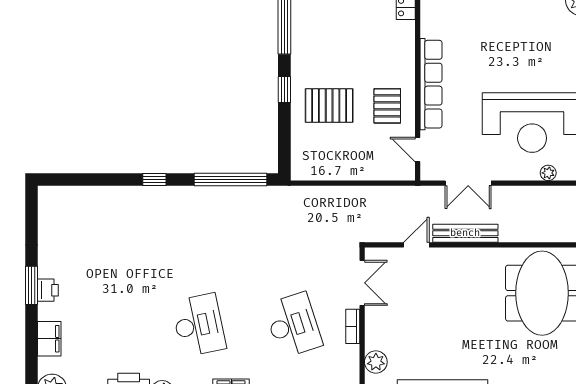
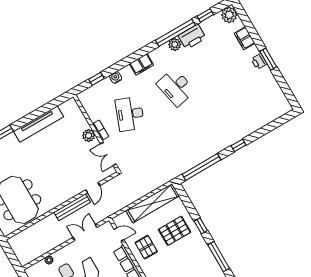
shelving: (338, 168) -> (152, 203), added
desk: (293, 325) -> (130, 114), turned 39
plant: (376, 362) -> (89, 136), moved

